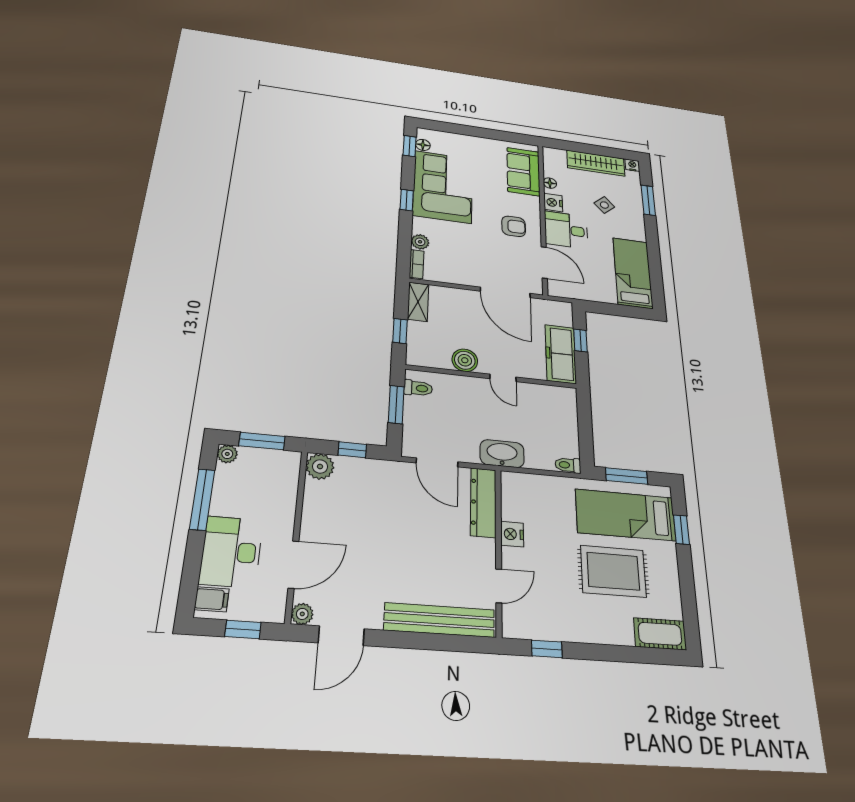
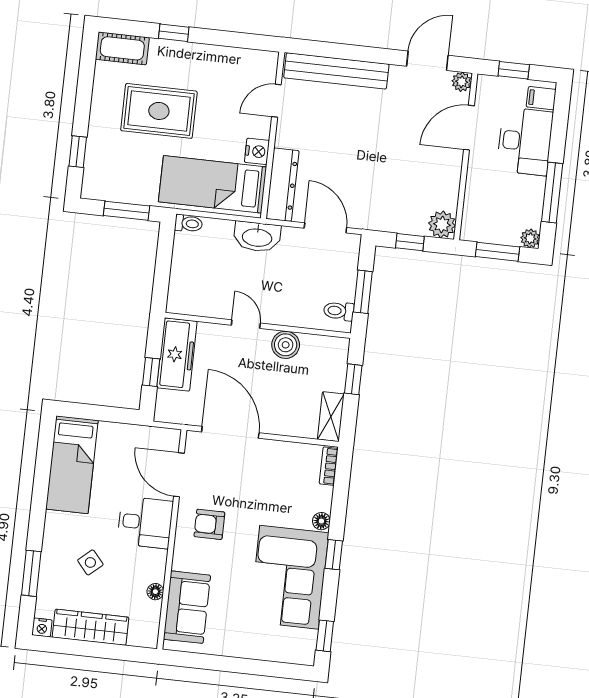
floor lamp: (423, 145) -> (321, 521), moved
nightstand: (553, 203) -> (155, 562), removed
plant: (420, 242) -> (323, 497), removed
bed: (626, 515) -> (213, 184), moved, turned 180
window: (547, 649) -> (174, 33), moved

